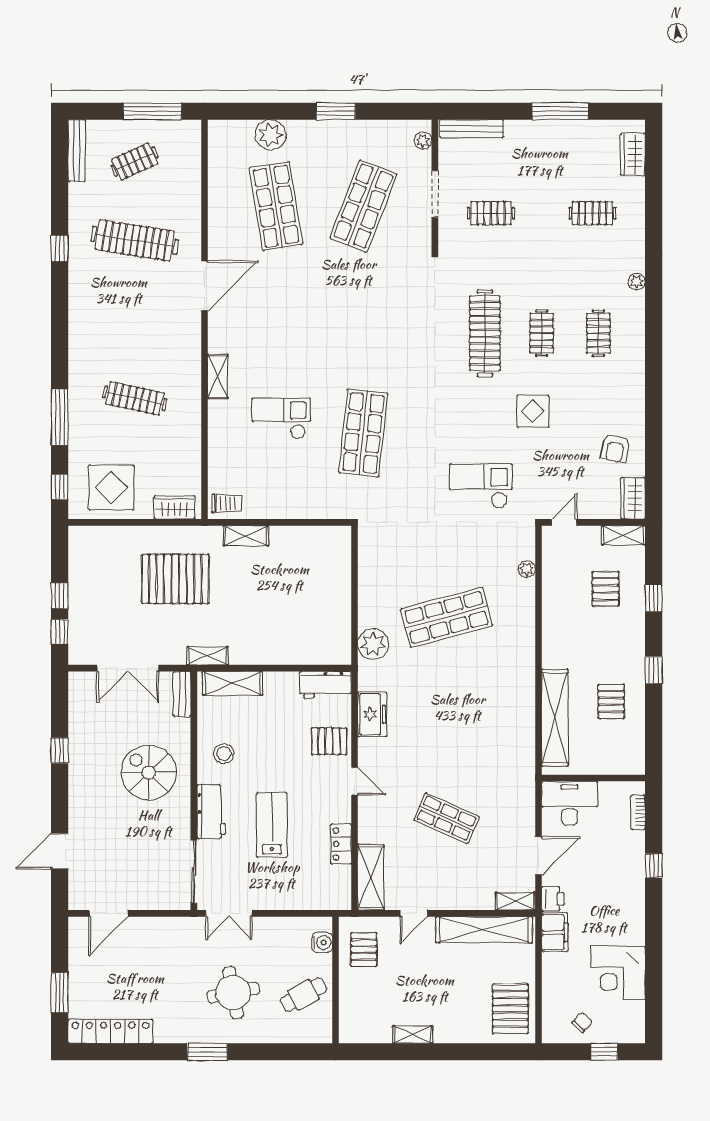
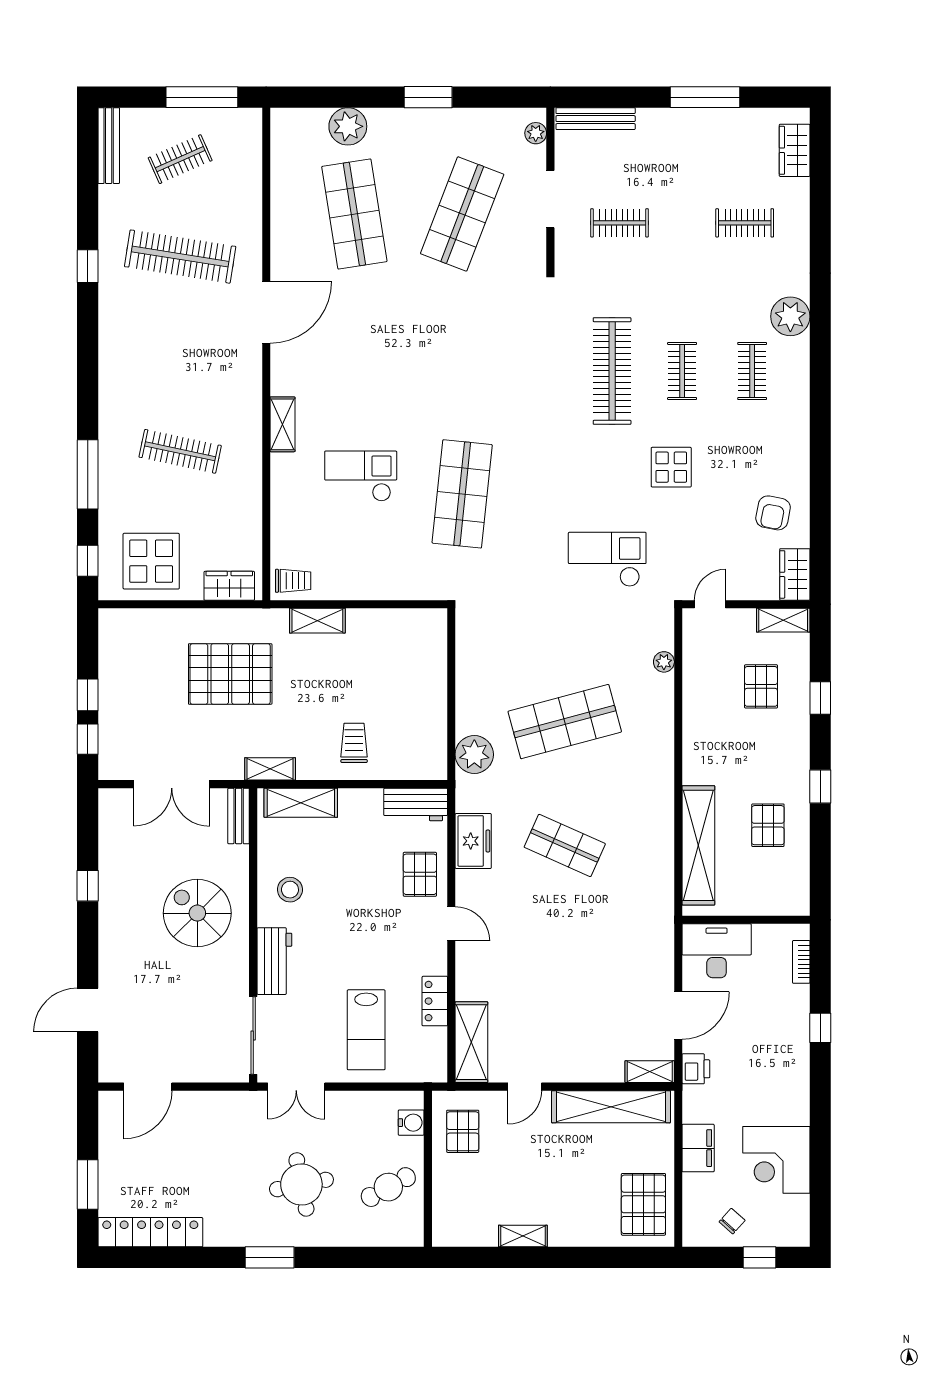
plant: (637, 282) -> (790, 316), width x1.88, depth x1.88
trolley: (276, 635) -> (354, 743), added
pallet: (329, 741) -> (420, 874), turned 90
shop shelf: (446, 818) -> (565, 845), moved
lab bench: (272, 825) -> (366, 1030), moved, turned 180
filing cabinet: (555, 932) -> (698, 1148), moved

